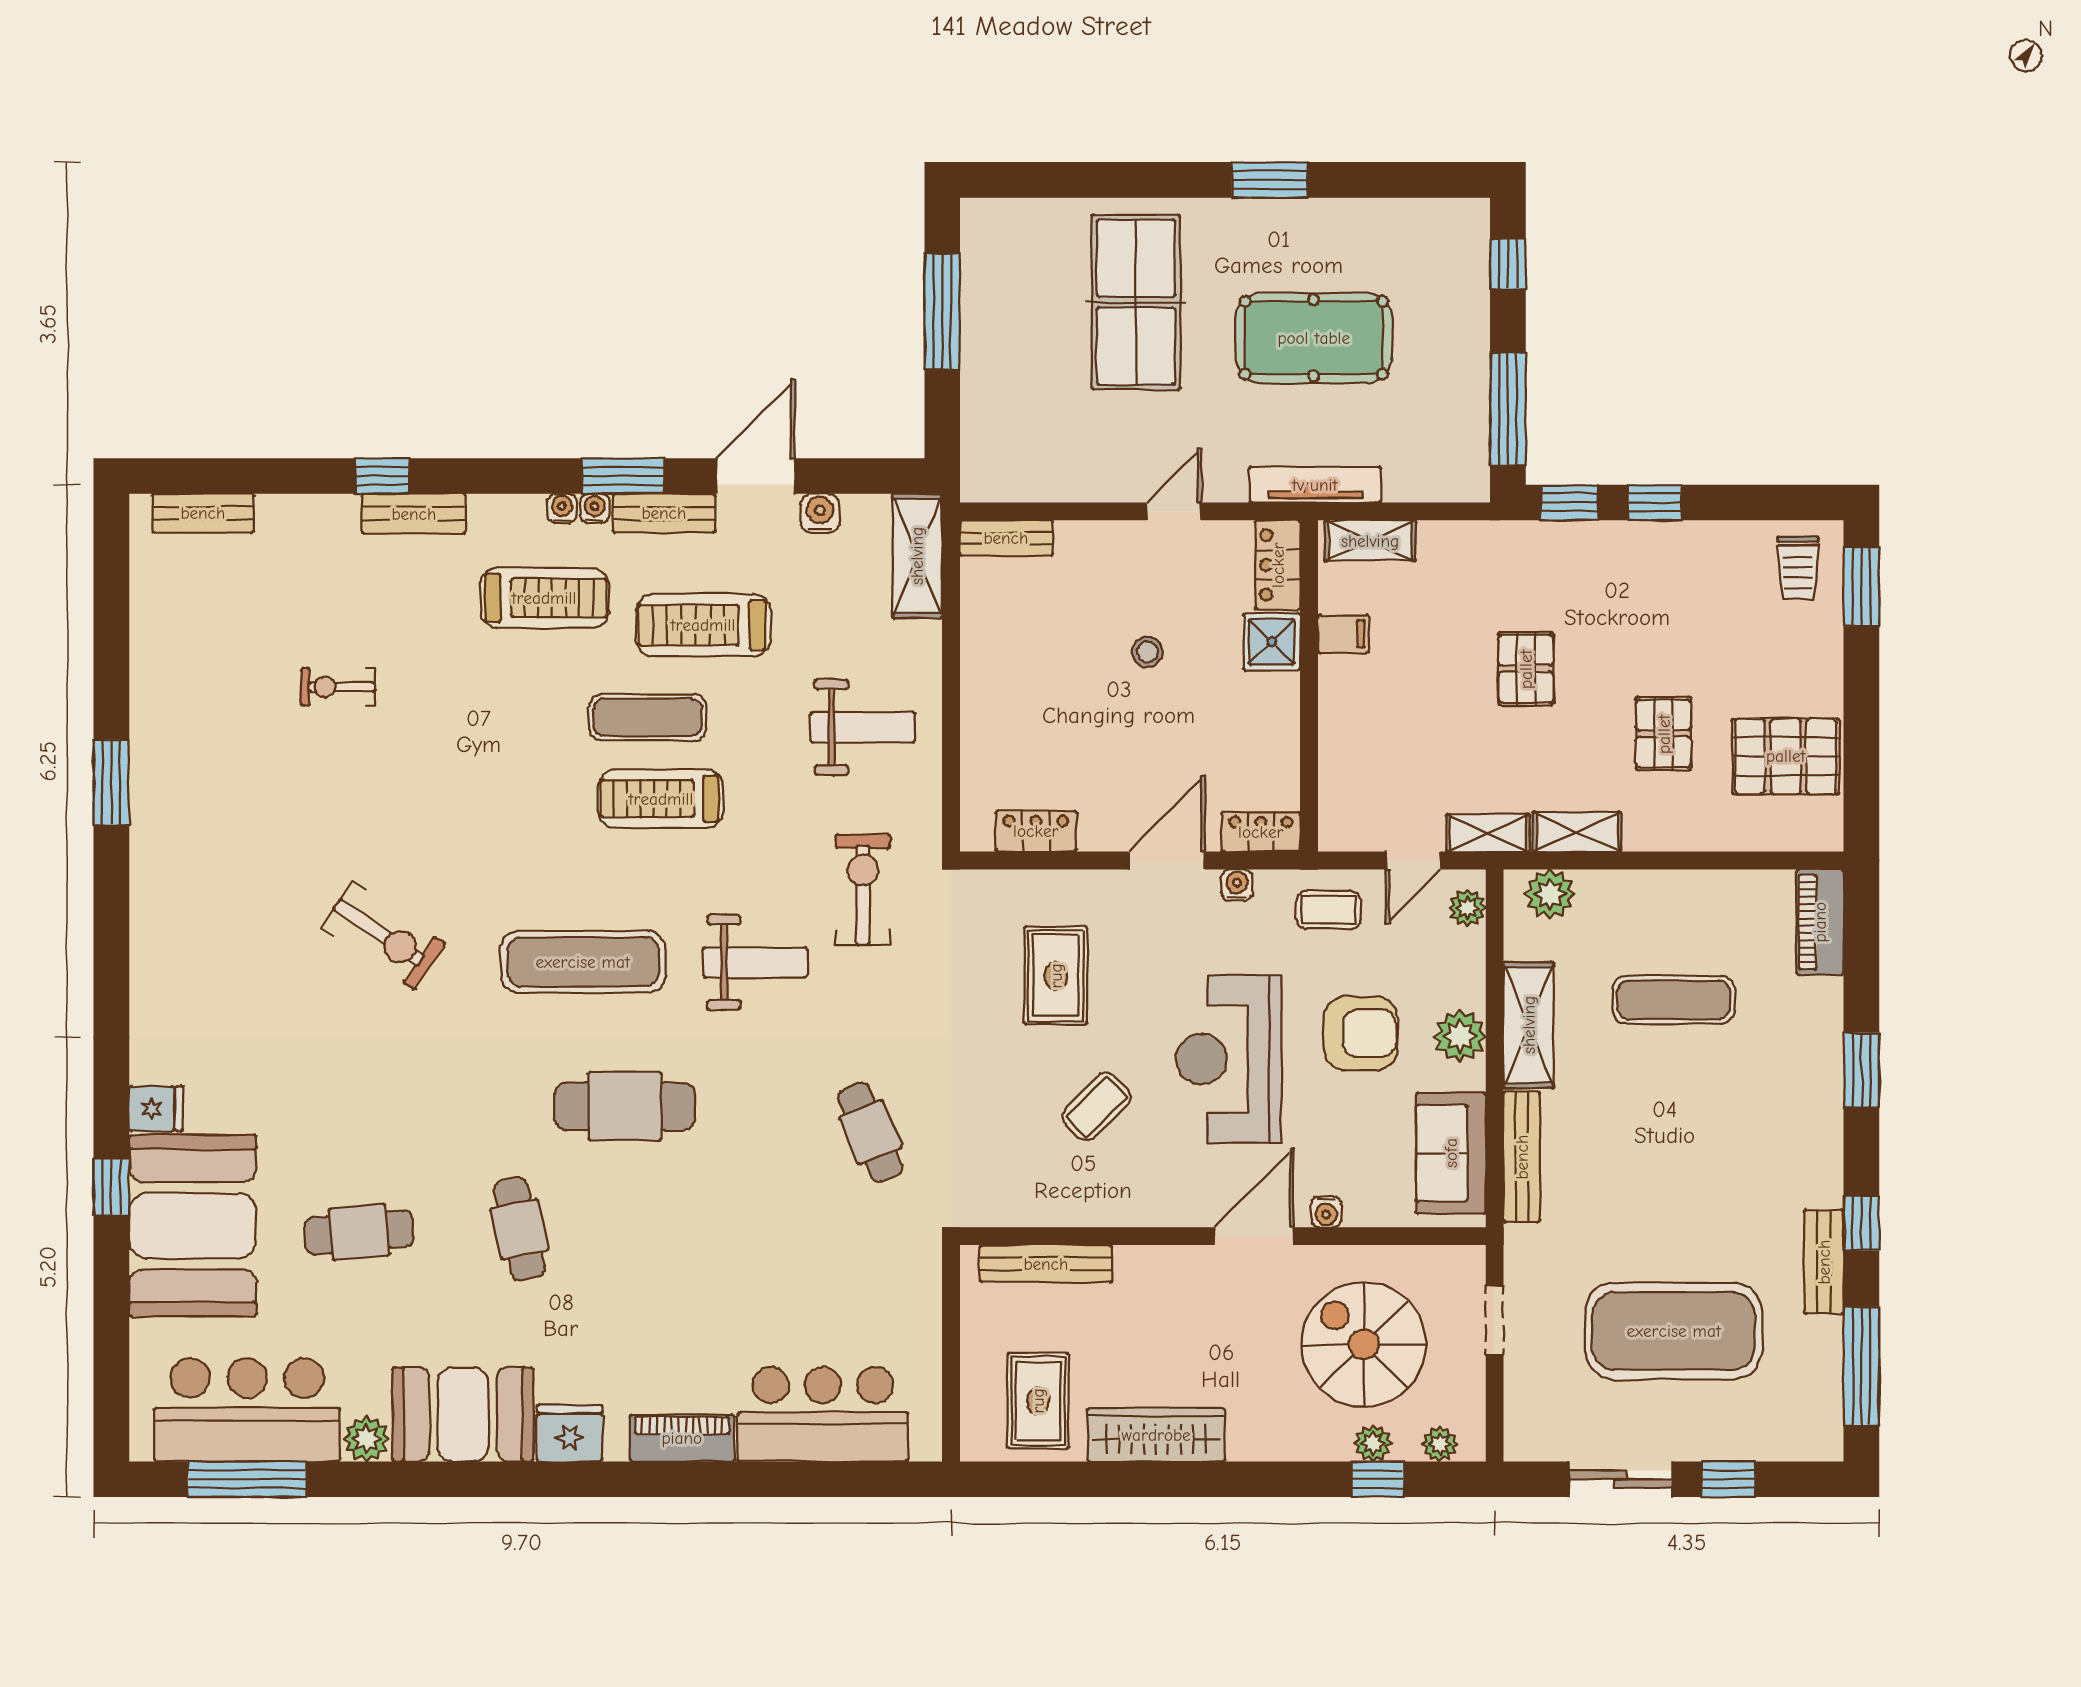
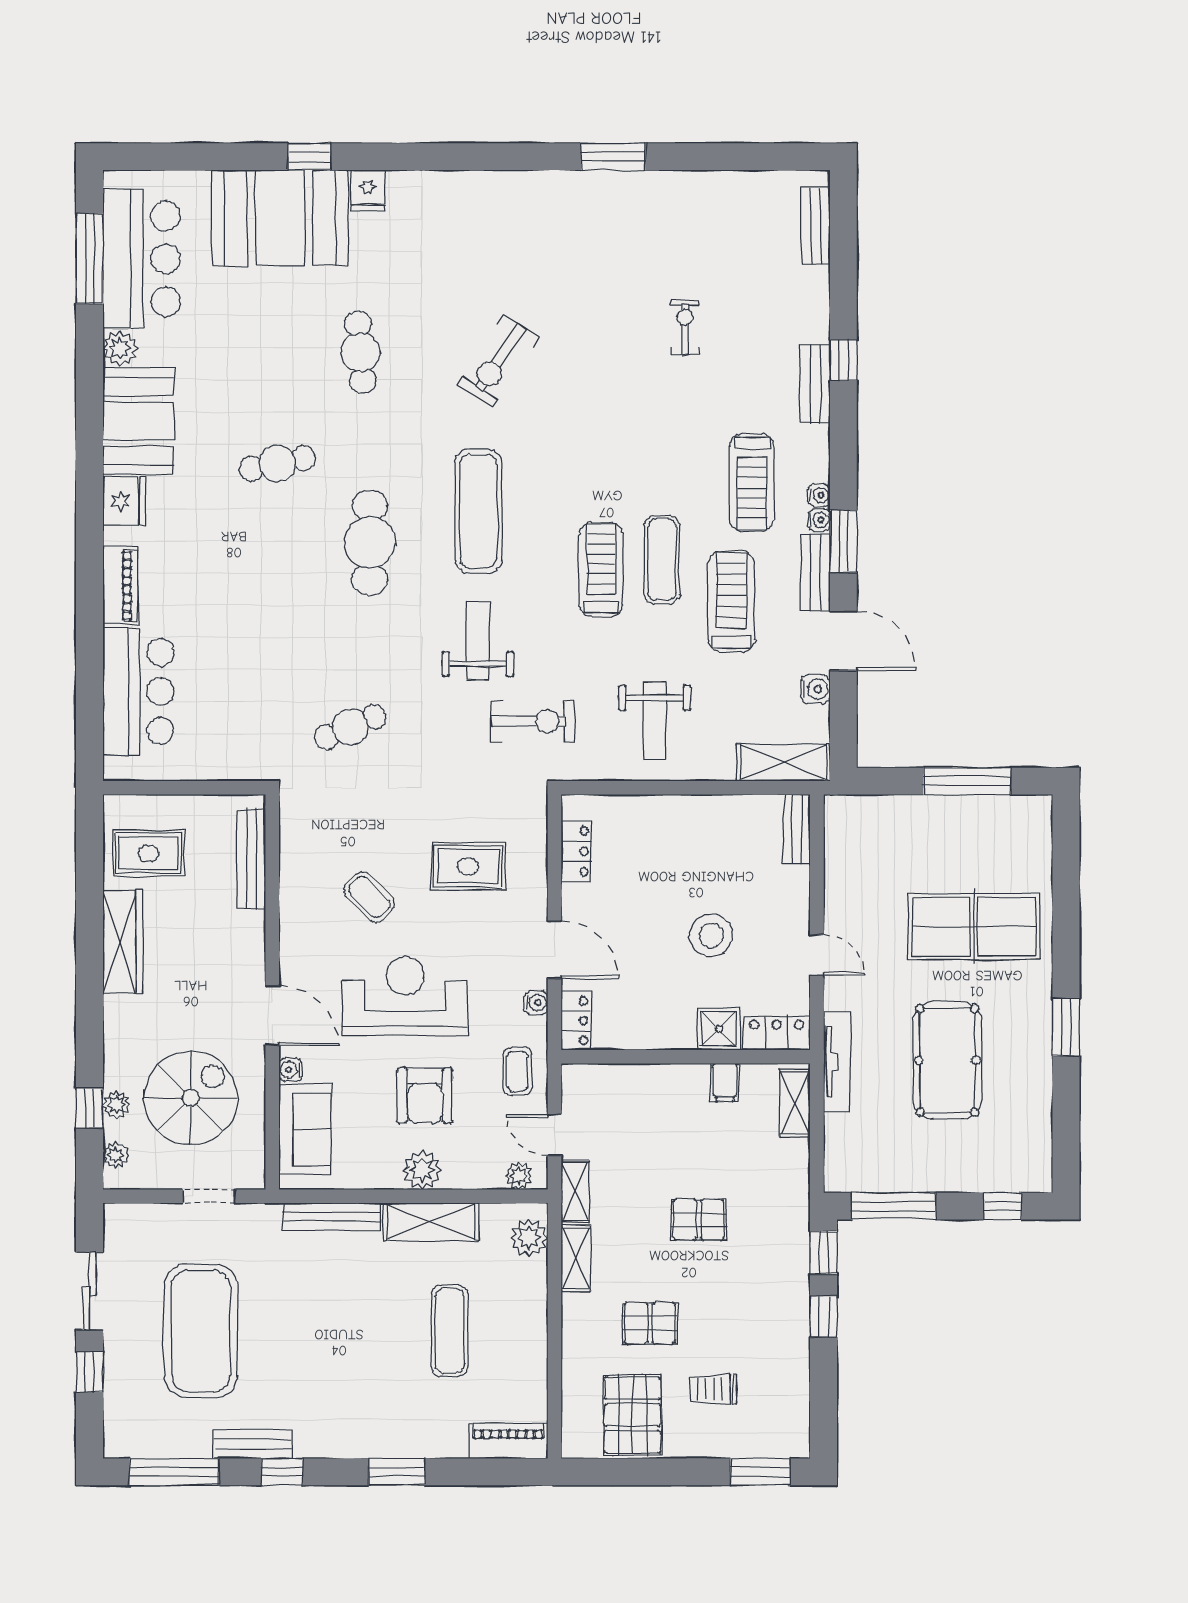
trolley: (1798, 568) -> (713, 1389), moved
stool: (1147, 652) -> (711, 935), width x1.89, depth x1.89
weight bench: (755, 962) -> (478, 640), turned 180
sofa: (1451, 1153) -> (305, 1129), moved, turned 90
cafe table: (359, 1232) -> (360, 352), moved

